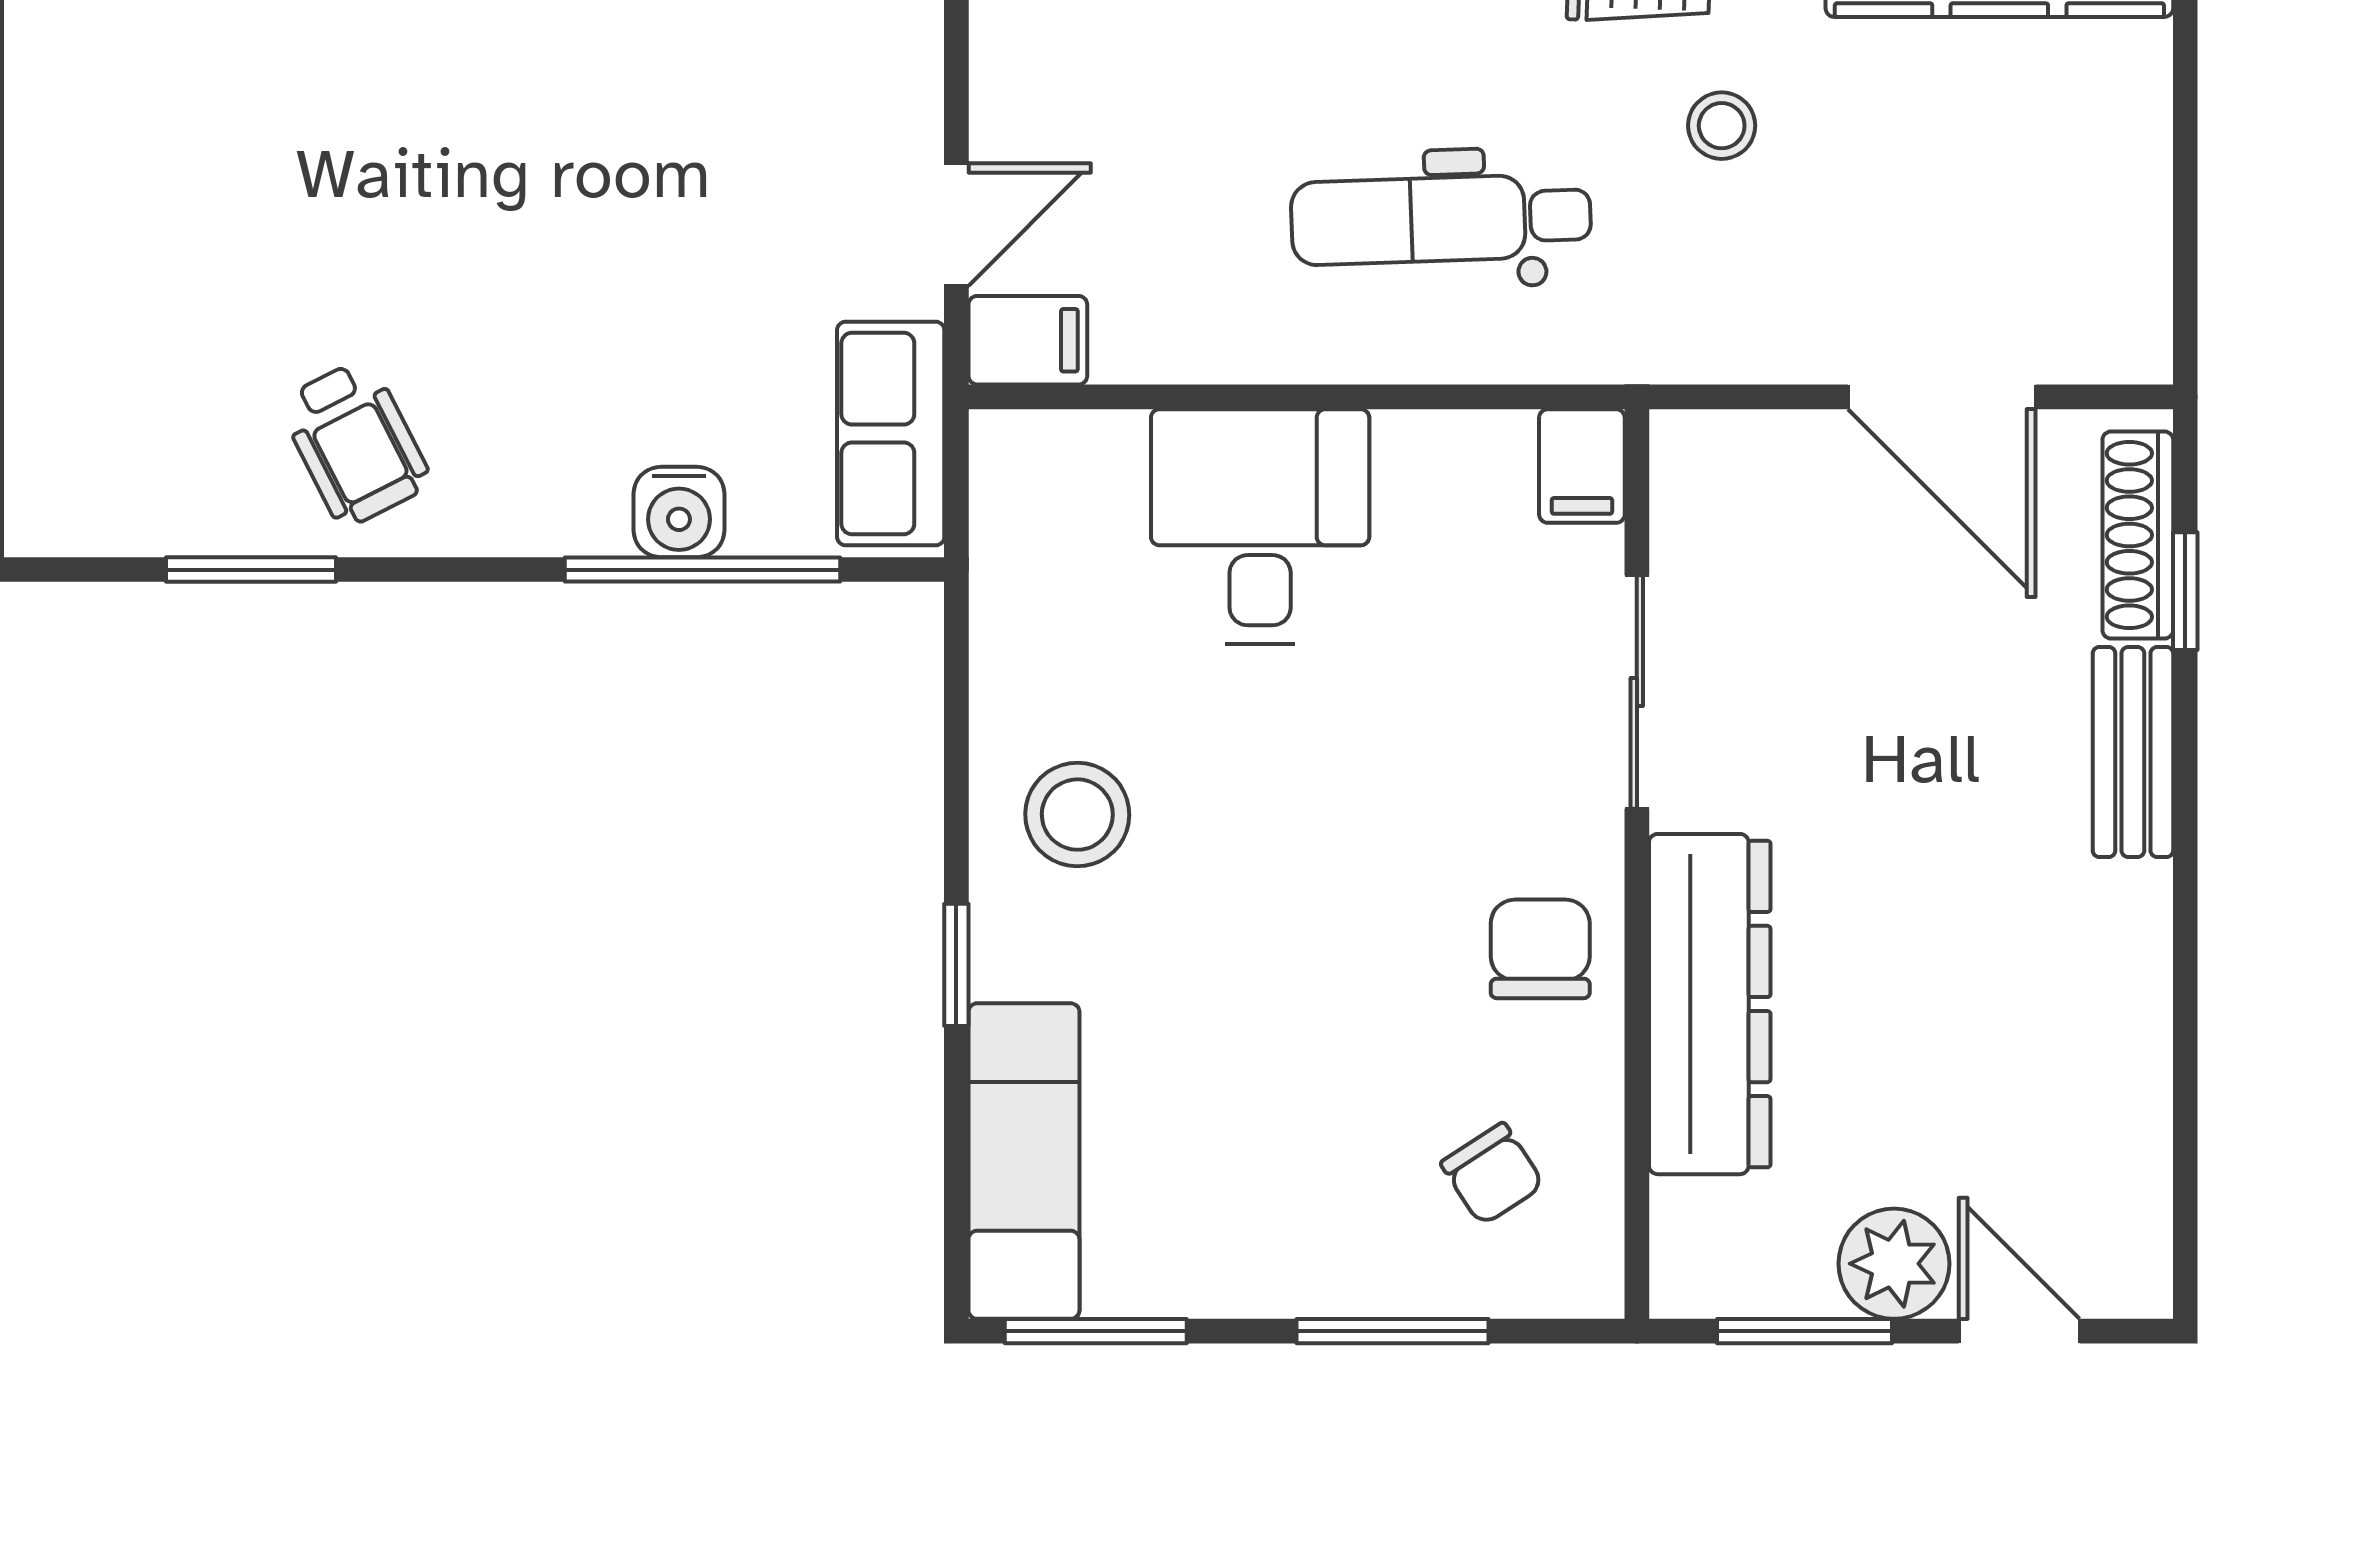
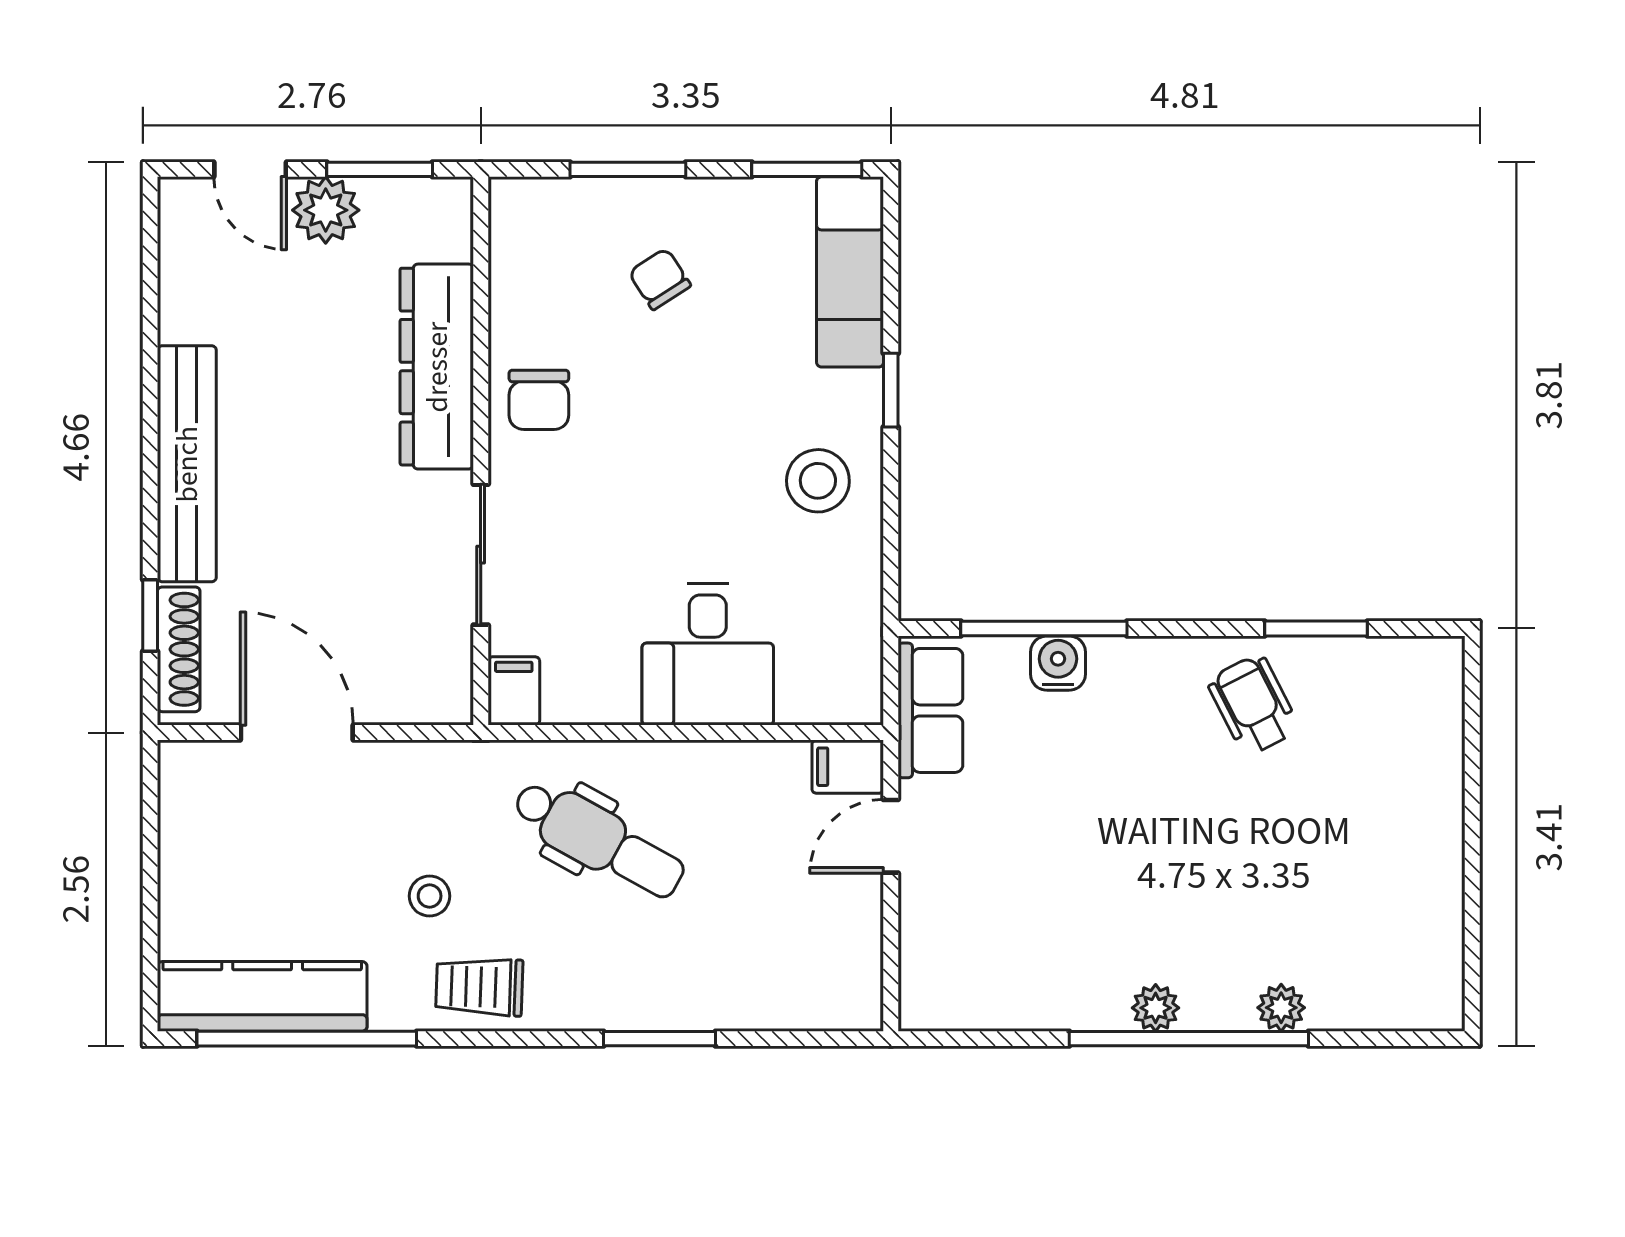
dental chair: (1441, 219) -> (599, 840), turned 31
bench: (2133, 752) -> (187, 464), width x1.86, depth x1.21
chair: (1492, 1174) -> (660, 279), moved

